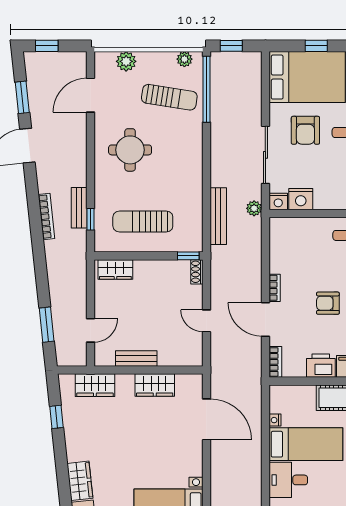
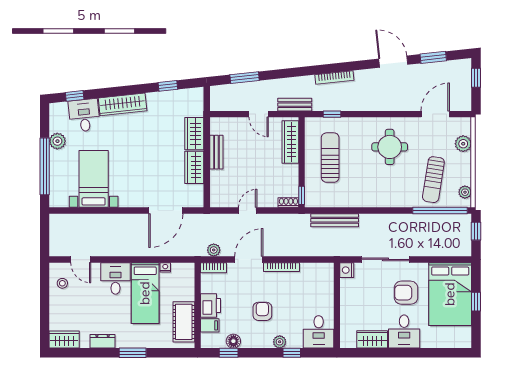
door: (91, 95) -> (435, 114), hinge flipped
nightstand: (301, 199) -> (349, 289), removed
bench: (79, 208) -> (295, 105), moved
plant: (254, 208) -> (214, 250), moved
wardrobe: (115, 269) -> (290, 142), width x1.50
bookcase: (275, 288) -> (281, 267), width x1.56
door: (91, 330) -> (259, 114), moved
wardrobe: (95, 385) -> (194, 134), moved
wardrobe: (80, 481) -> (123, 104), width x1.50

